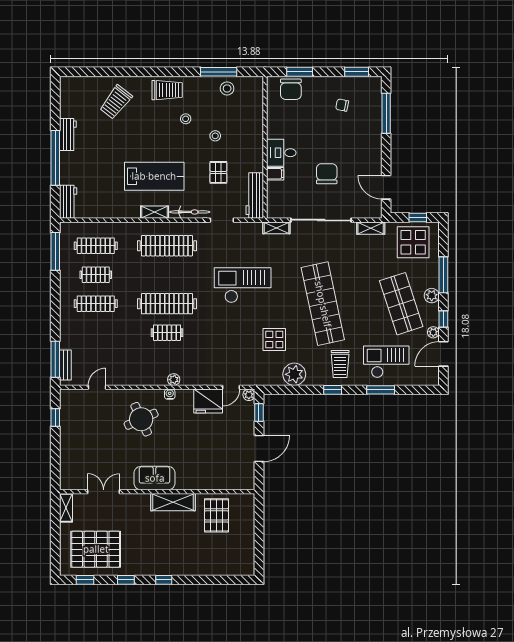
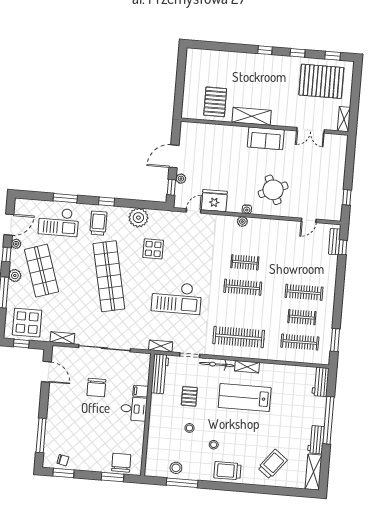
shelving: (68, 97) -> (313, 472), added
chair: (342, 105) -> (63, 460), moved
shelving: (276, 228) -> (161, 346), moved
window: (55, 251) -> (335, 340), width x0.69
clothes rail: (167, 304) -> (243, 287), width x0.73, depth x0.76
window: (55, 359) -> (343, 247), width x0.46
plant: (249, 395) -> (181, 179), moved

